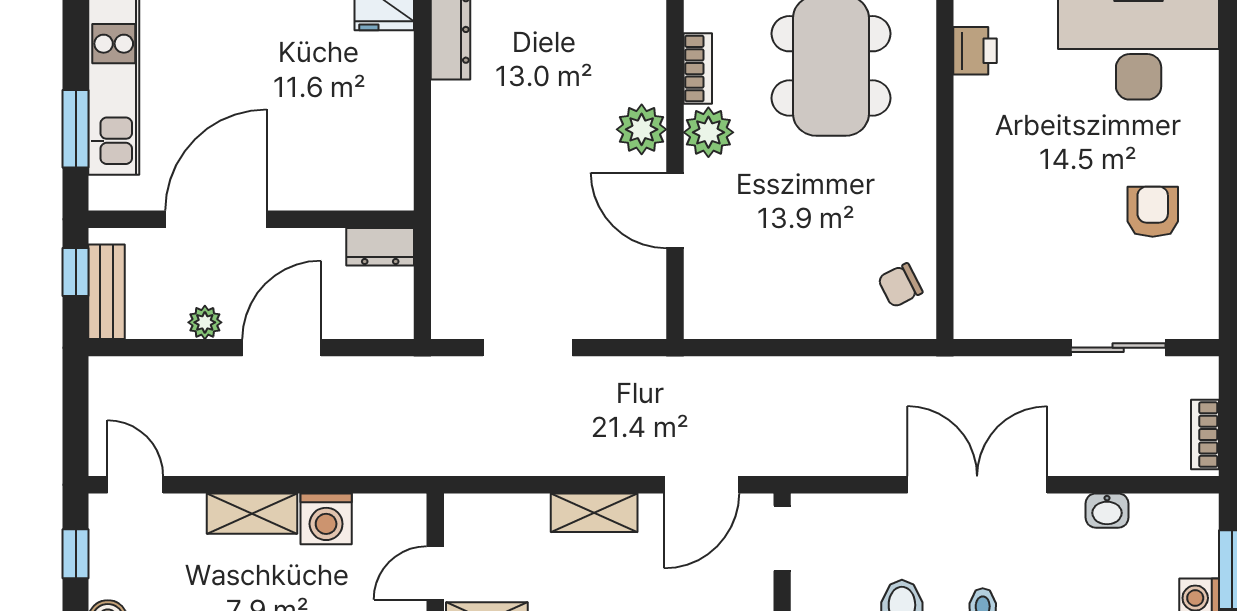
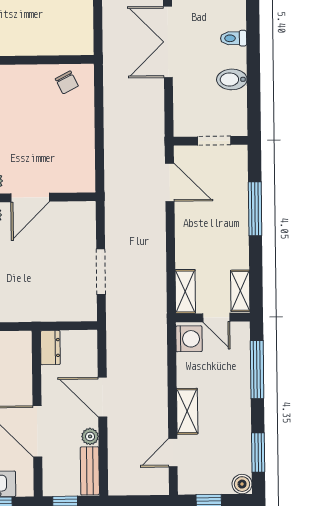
bench: (106, 292) -> (90, 471), moved, turned 90
door: (135, 485) -> (173, 453), moved
shelving: (594, 513) -> (185, 291), moved
washing machine: (326, 519) -> (189, 339), moved
doorway: (782, 538) -> (214, 141), moved

